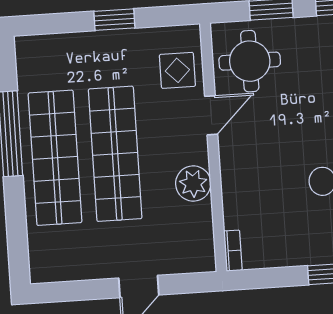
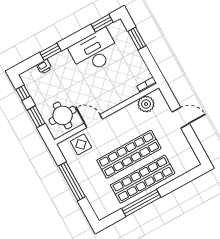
window: (114, 20) -> (72, 181), width x2.11
plant: (193, 184) -> (146, 104), moved

